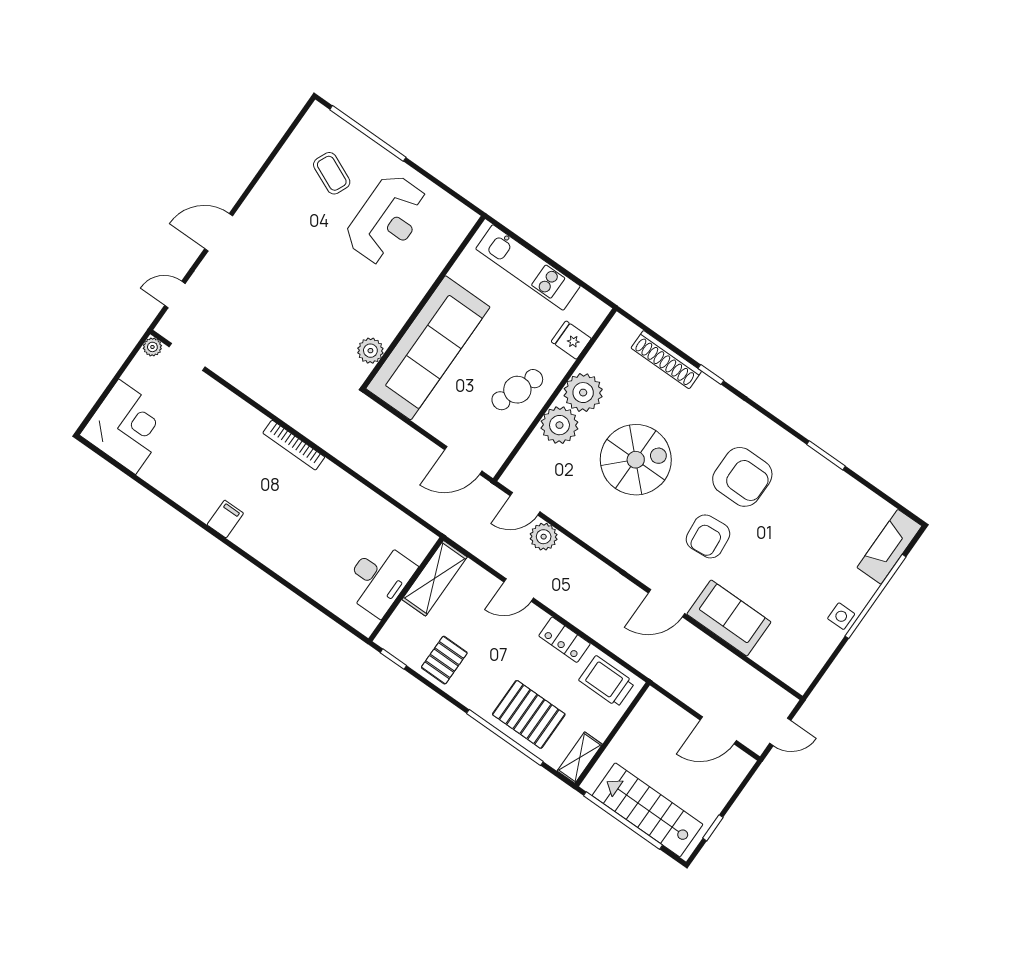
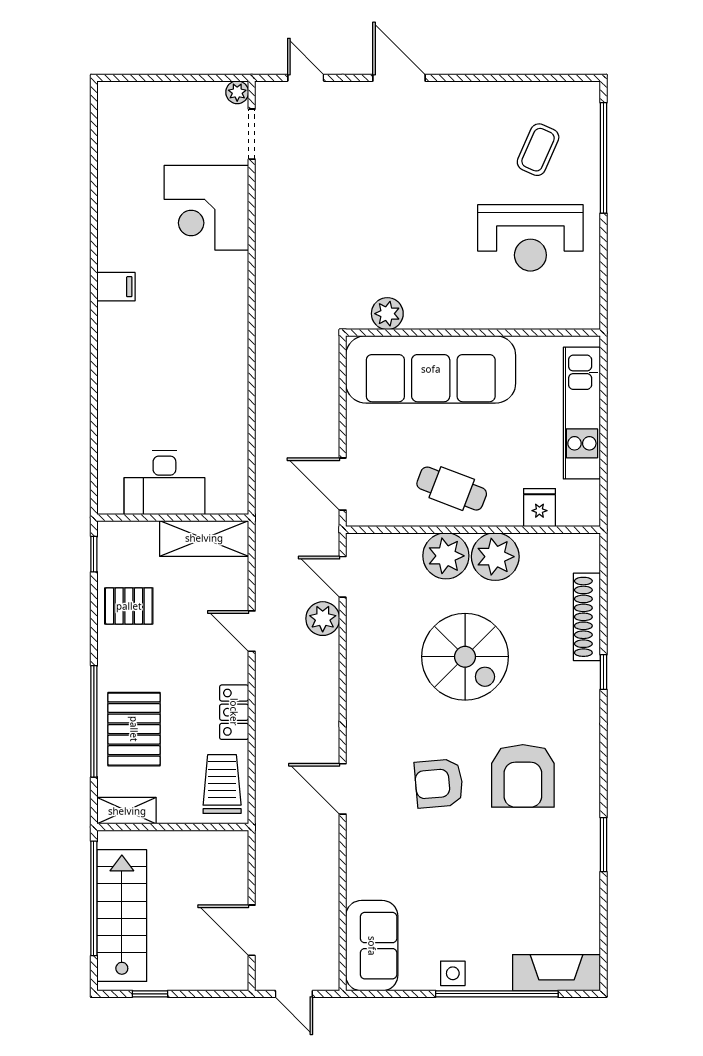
corner desk: (127, 427) -> (206, 208), moved, turned 90
bookcase: (294, 445) -> (238, 303), removed
sofa: (729, 618) -> (372, 946), moved

